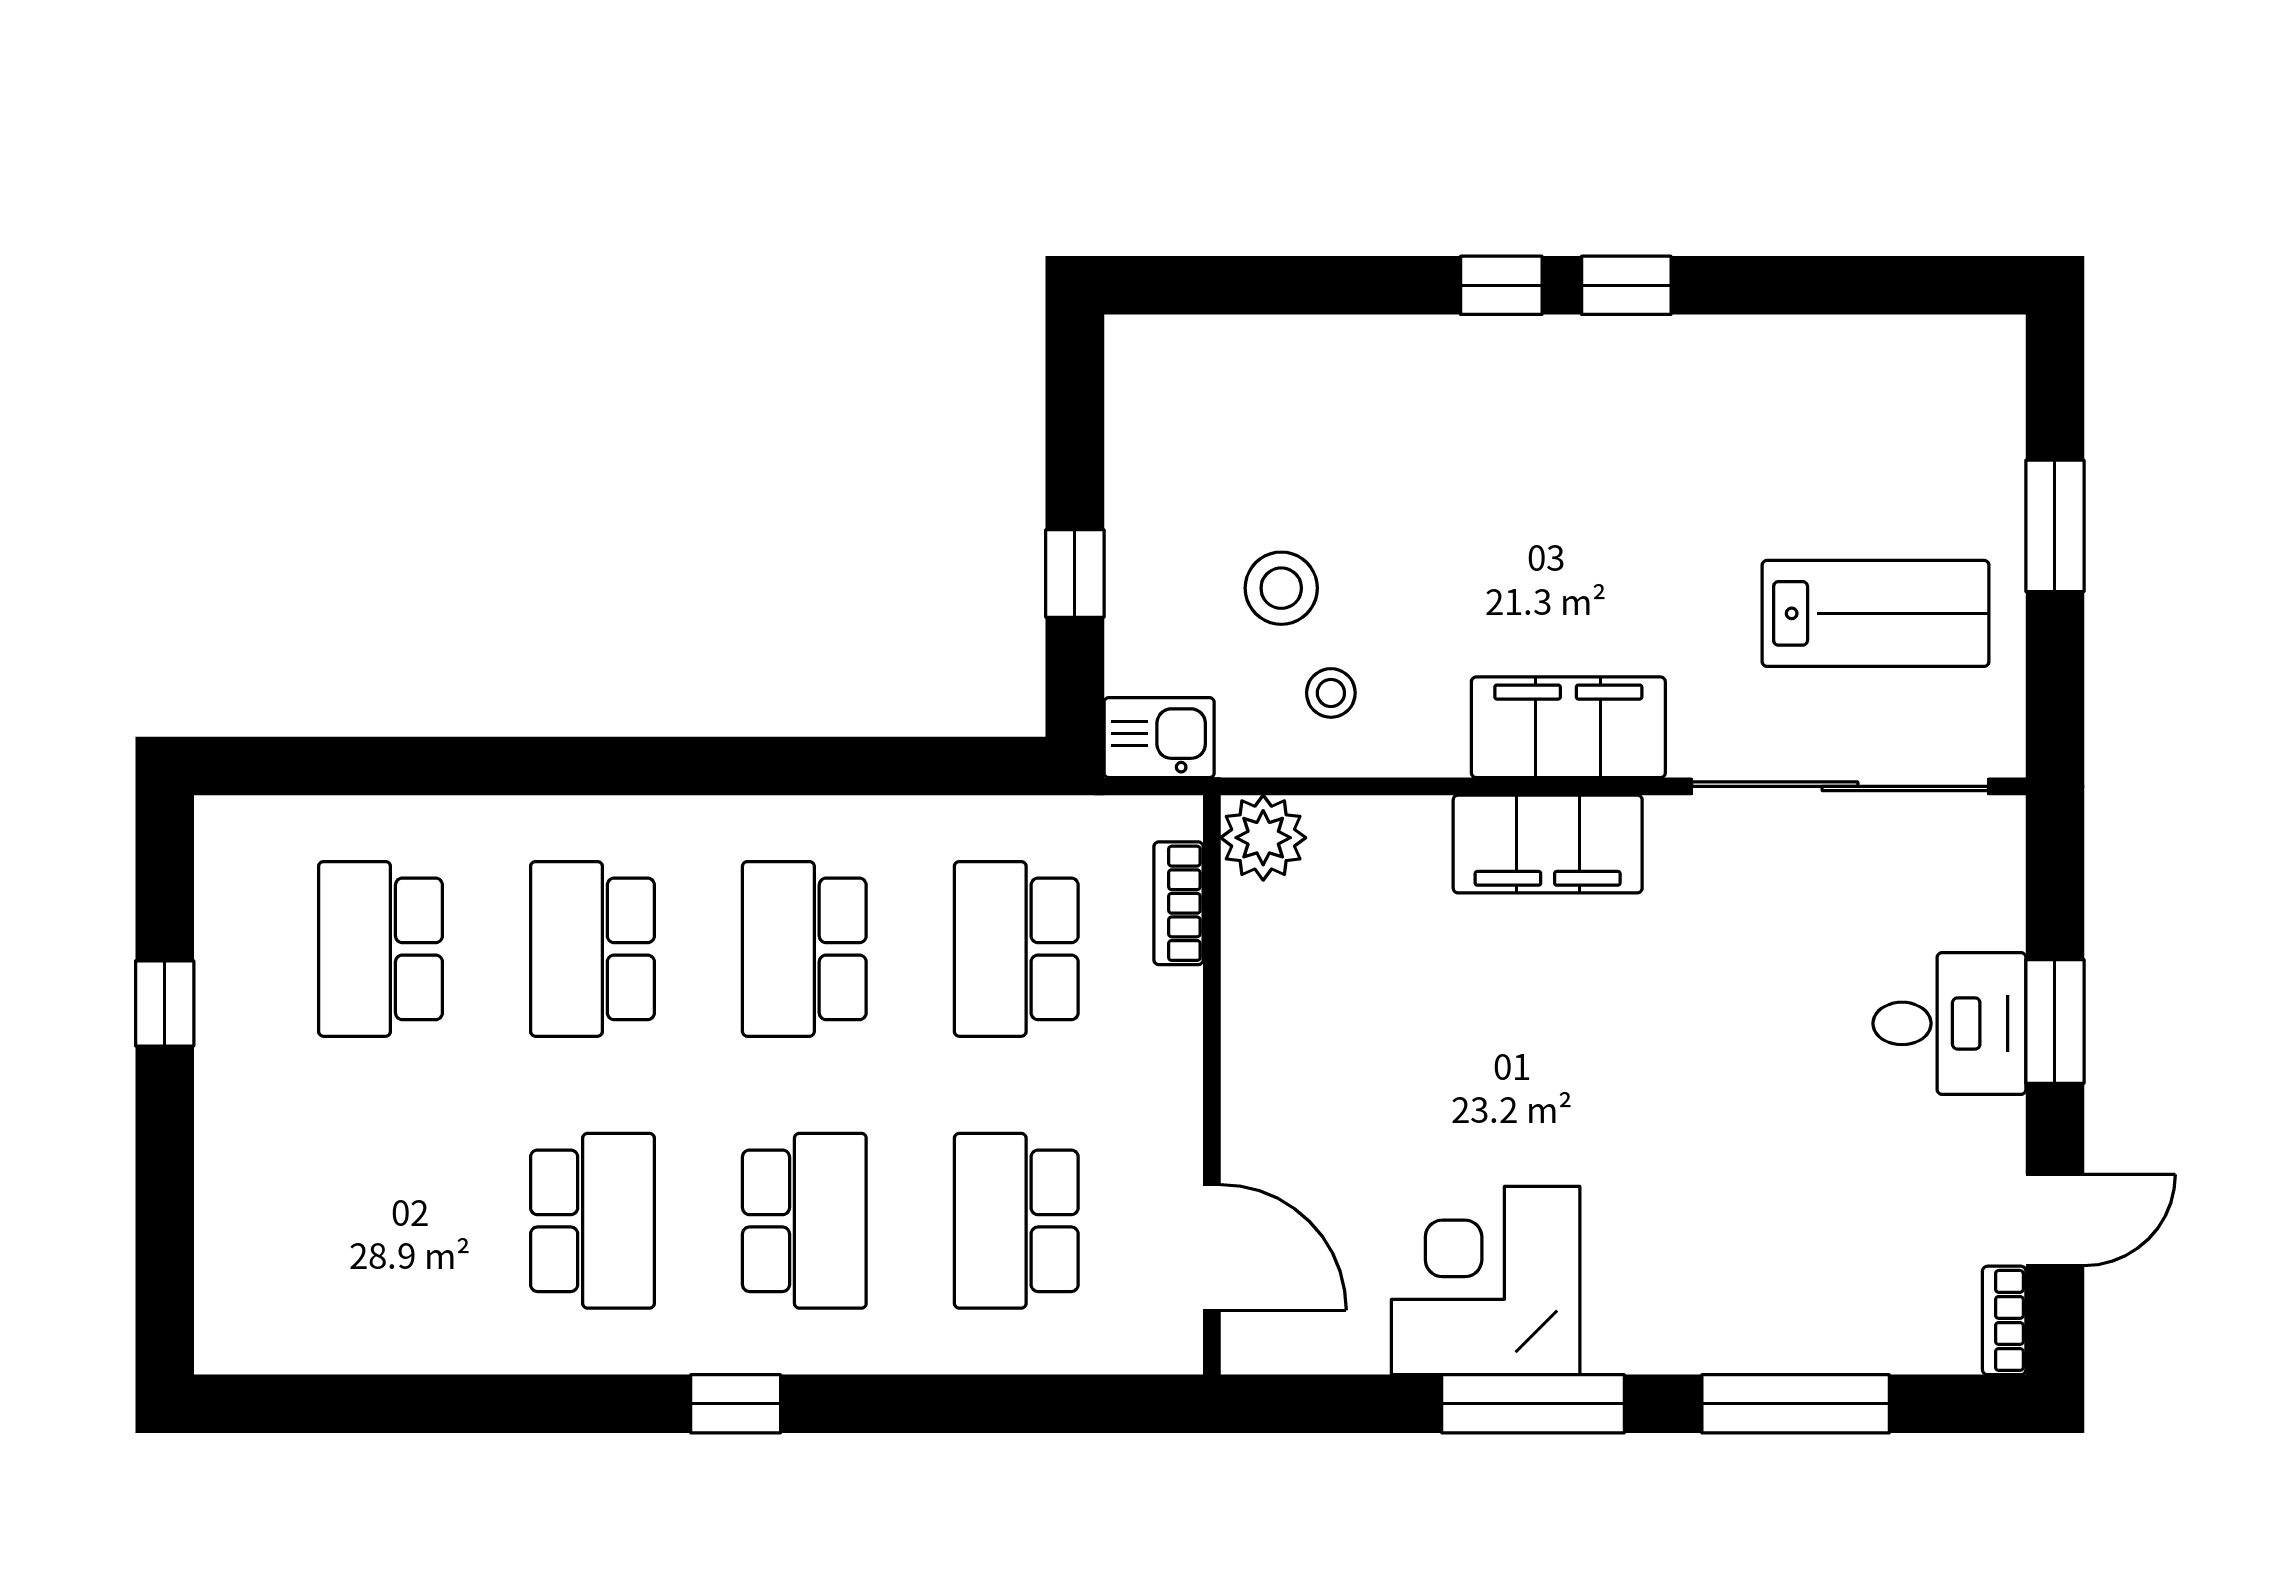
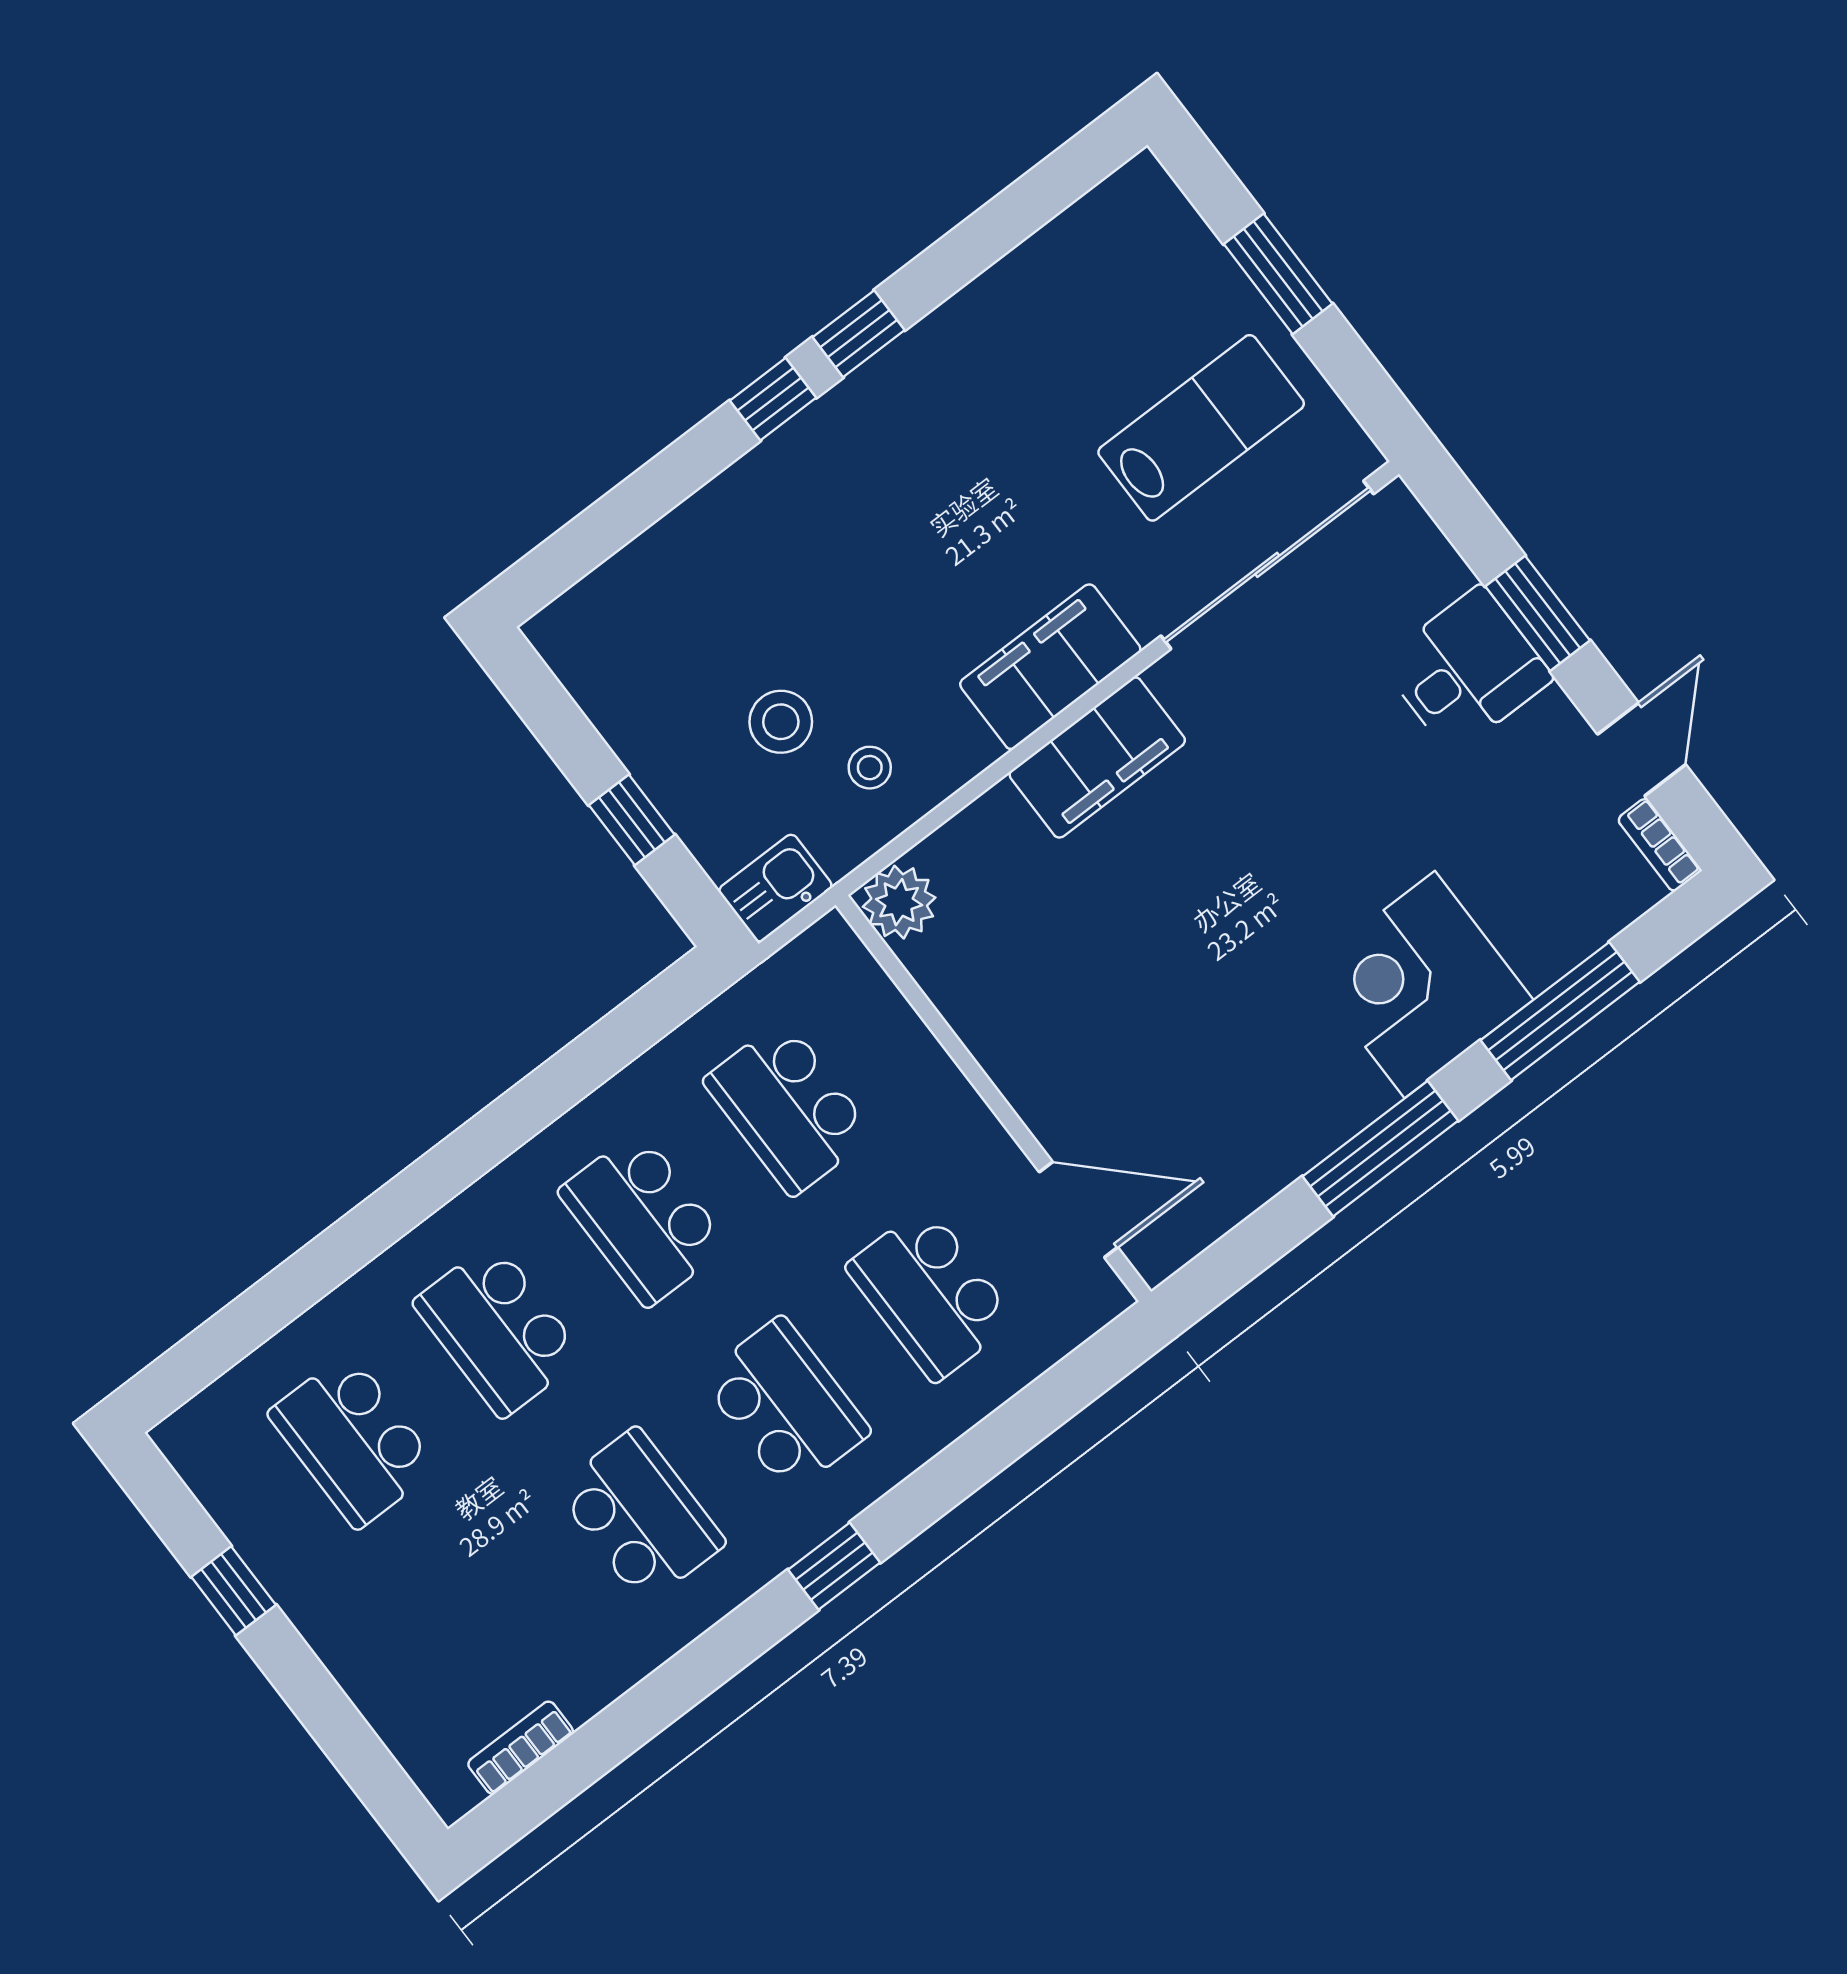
bookcase: (1178, 903) -> (521, 1748), moved, turned 90
corner desk: (1486, 1280) -> (1420, 985), moved

